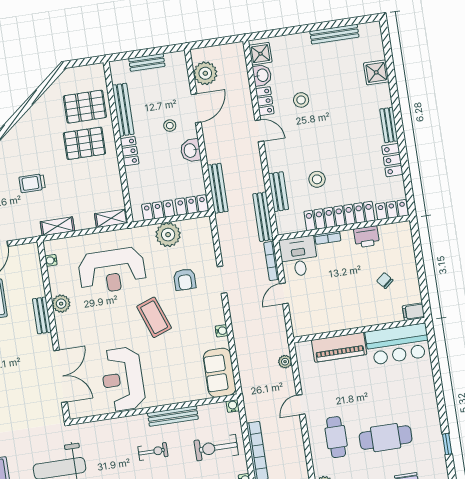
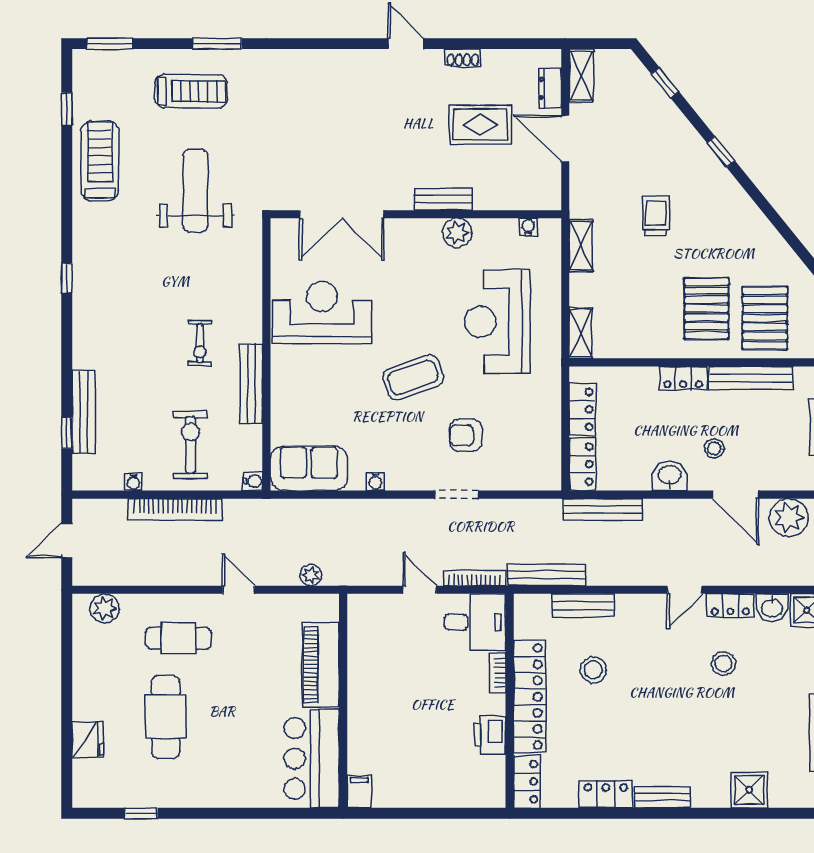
plant: (168, 235) -> (541, 420), removed
chair: (385, 281) -> (416, 753), removed

